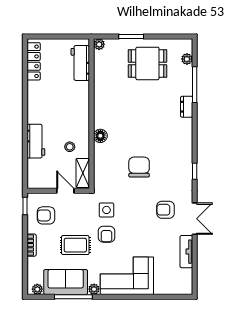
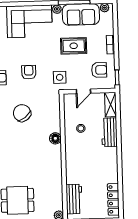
chair: (139, 167) -> (22, 113), turned 143
shelving: (83, 173) -> (110, 105), moved
door: (65, 191) -> (83, 91), hinge flipped
side table: (106, 210) -> (60, 77), moved
armchair: (107, 234) -> (29, 72), moved

